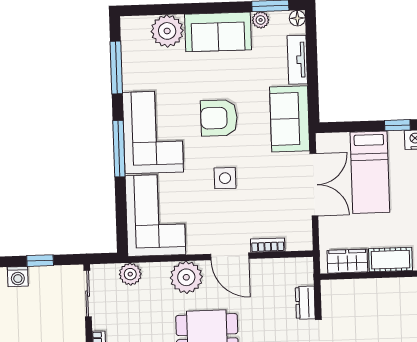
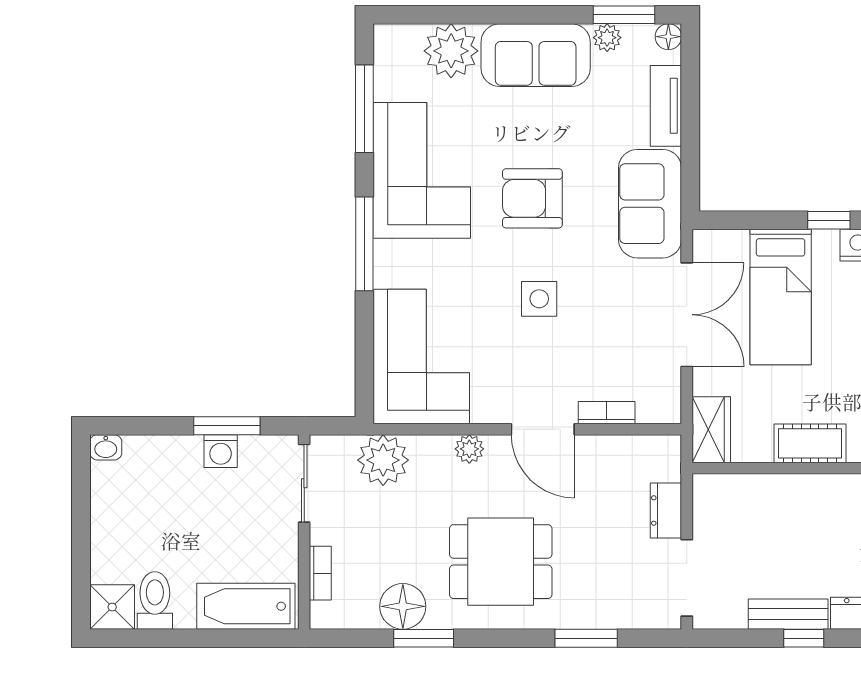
corner sofa: (153, 132) -> (422, 170), moved
window: (40, 261) -> (227, 426), width x1.50
wardrobe: (347, 261) -> (711, 430), moved, turned 90
plant: (130, 274) -> (383, 460), width x1.36, depth x1.36
washing machine: (18, 277) -> (221, 451), moved
plant: (186, 277) -> (469, 449), width x0.53, depth x0.53

